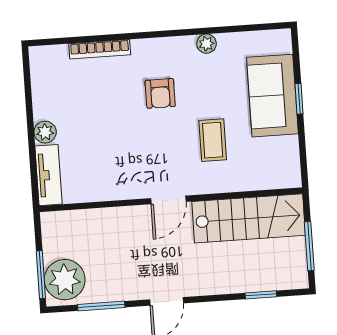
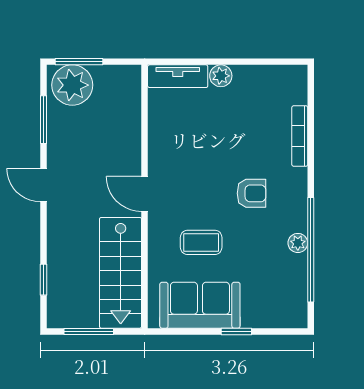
window: (212, 30) -> (311, 250), added
armchair: (160, 93) -> (251, 193), turned 180
sofa: (272, 96) -> (200, 305), moved

